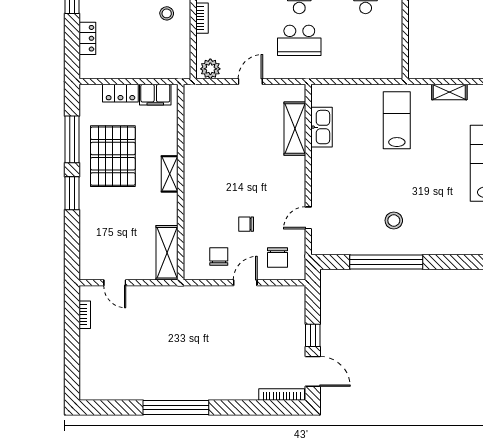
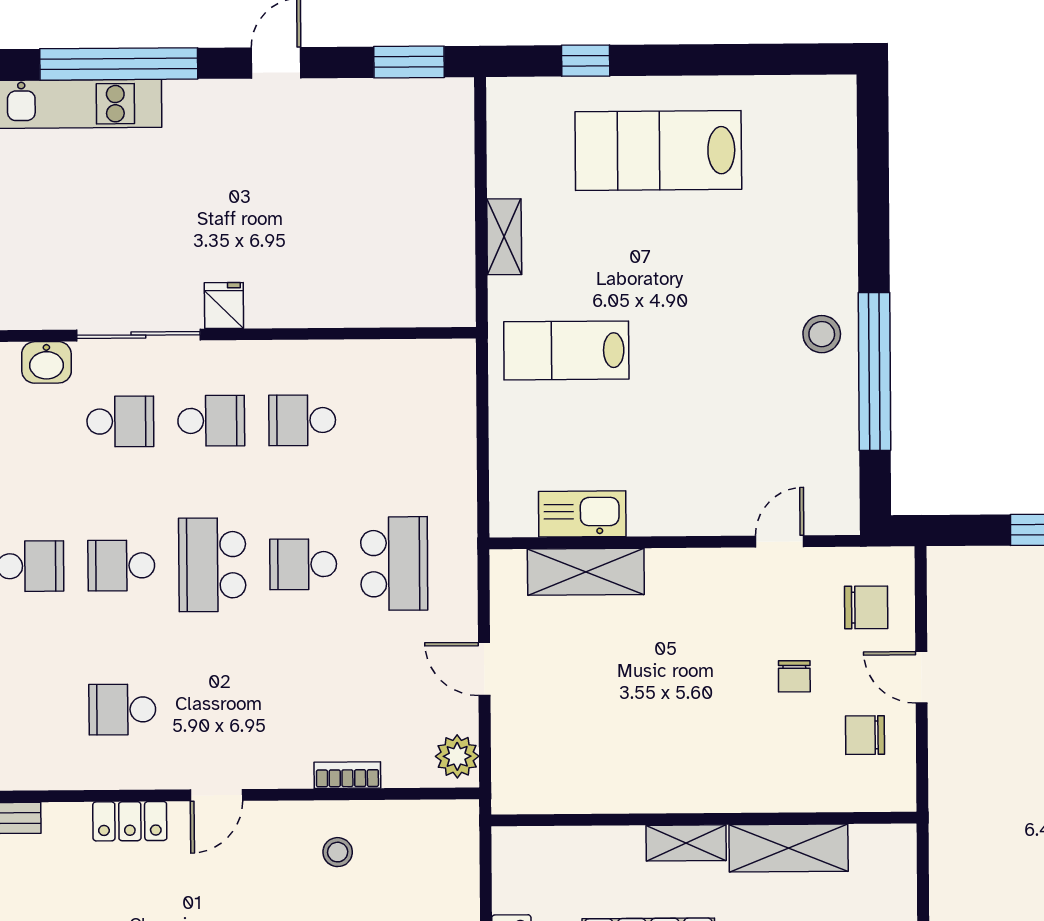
filing cabinet: (155, 95) -> (514, 875), removed
door: (308, 218) -> (780, 541), swing flipped
stool: (394, 220) -> (822, 334), moved
shelving: (167, 253) -> (789, 848), moved

